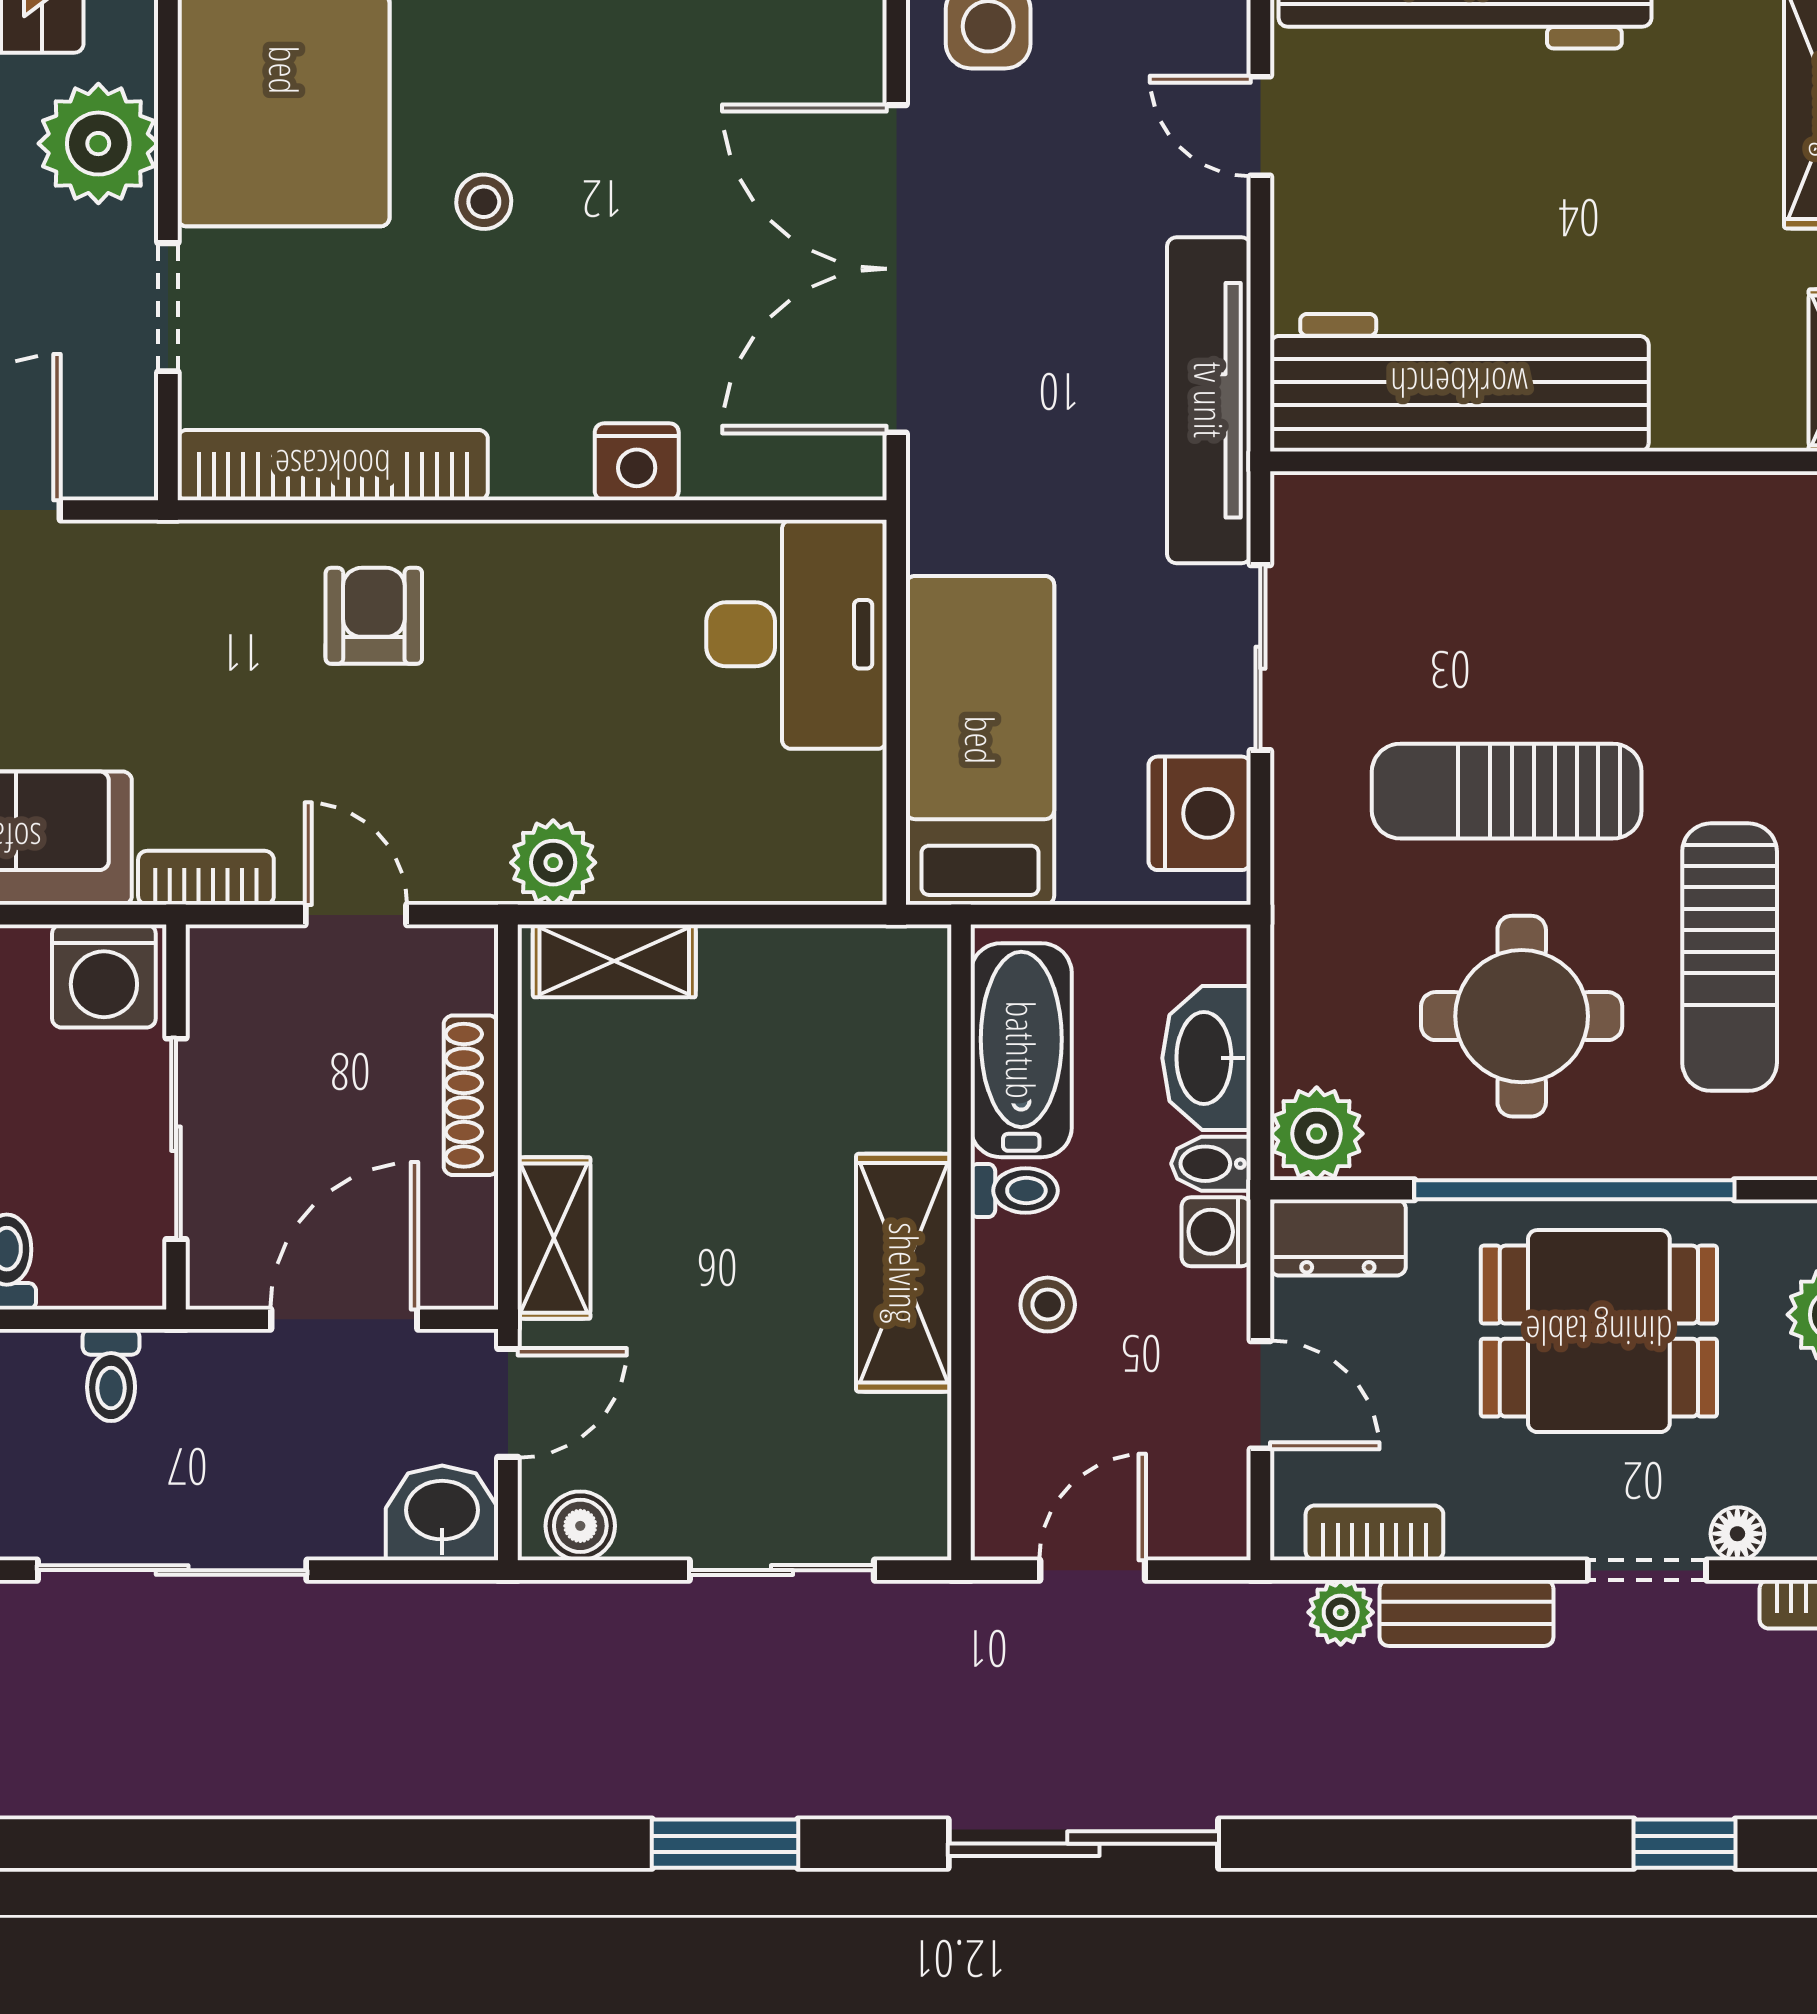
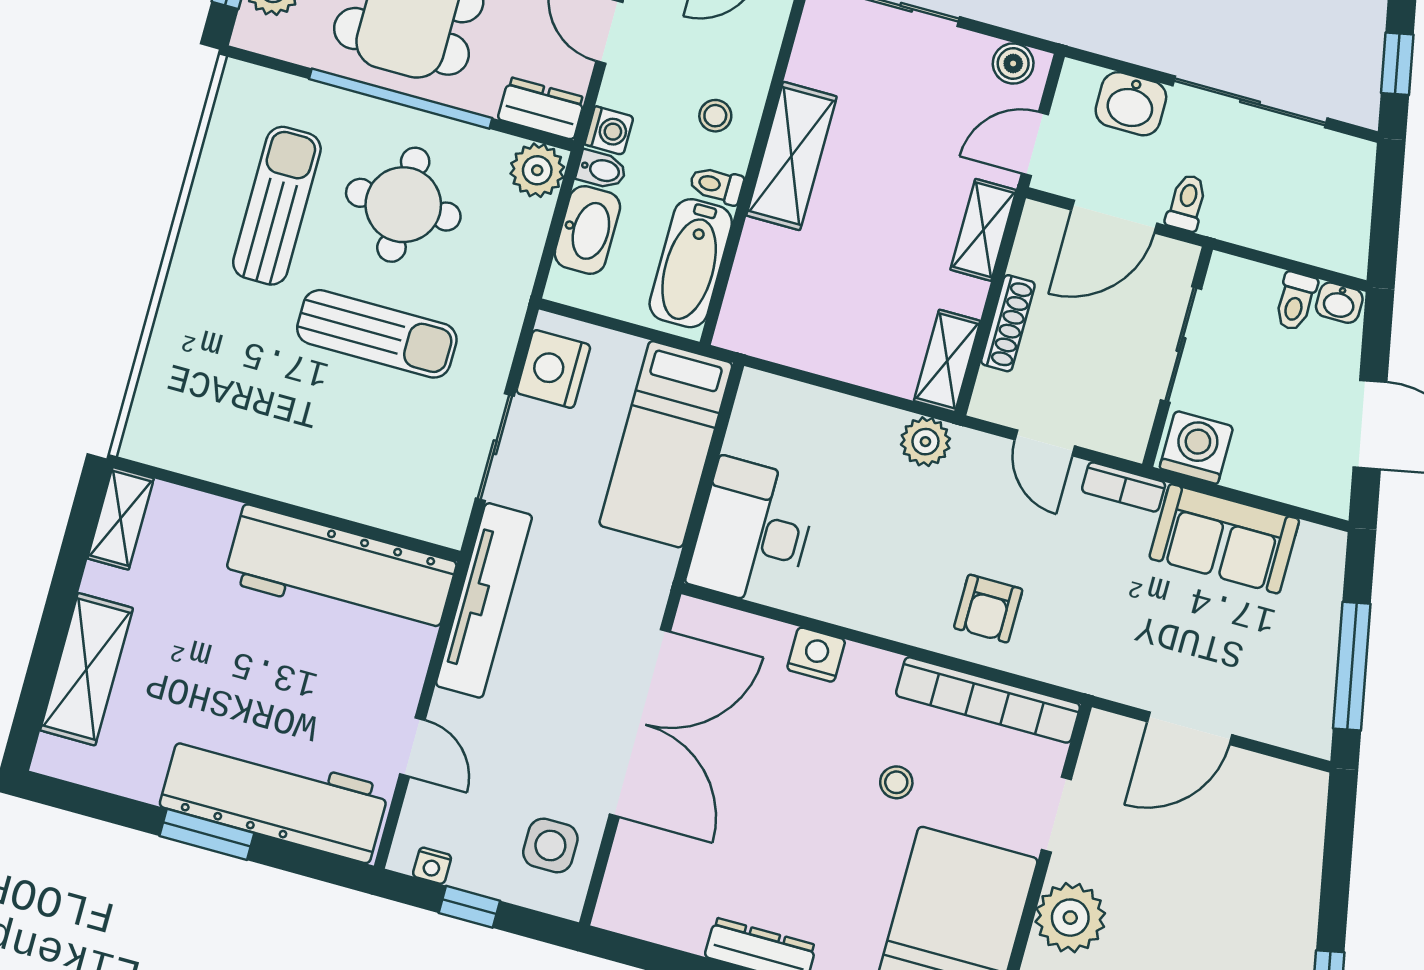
stool: (484, 202) -> (896, 782), moved
shelving: (614, 961) -> (947, 361), moved, turned 90
toilet: (111, 1375) -> (1187, 203), moved
washbasin: (442, 1513) -> (1131, 104), moved

